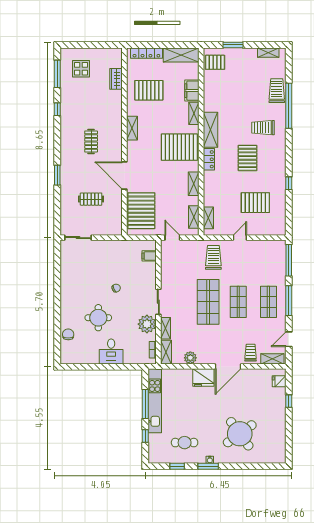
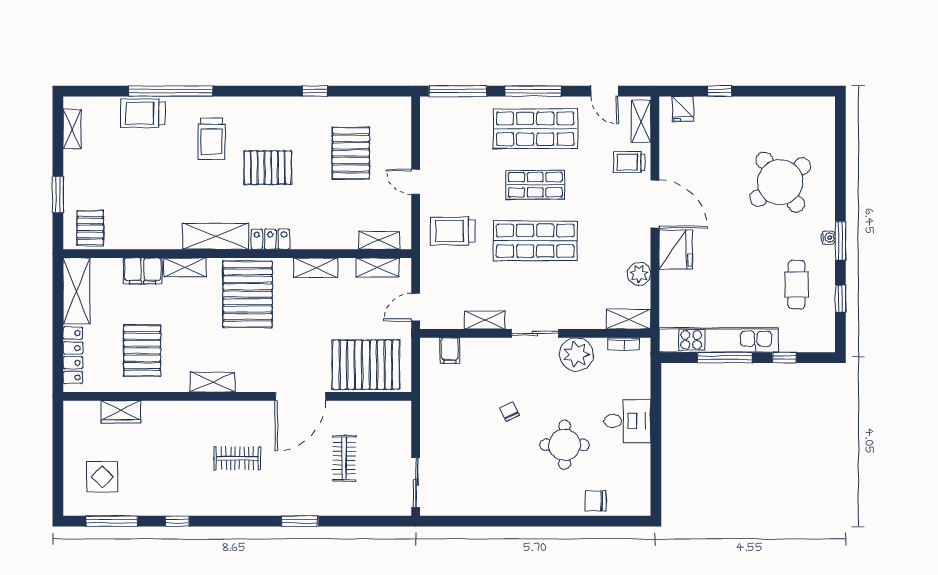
shop shelf: (268, 302) -> (535, 129), width x1.43, depth x1.36
shelving: (165, 328) -> (485, 320), moved

